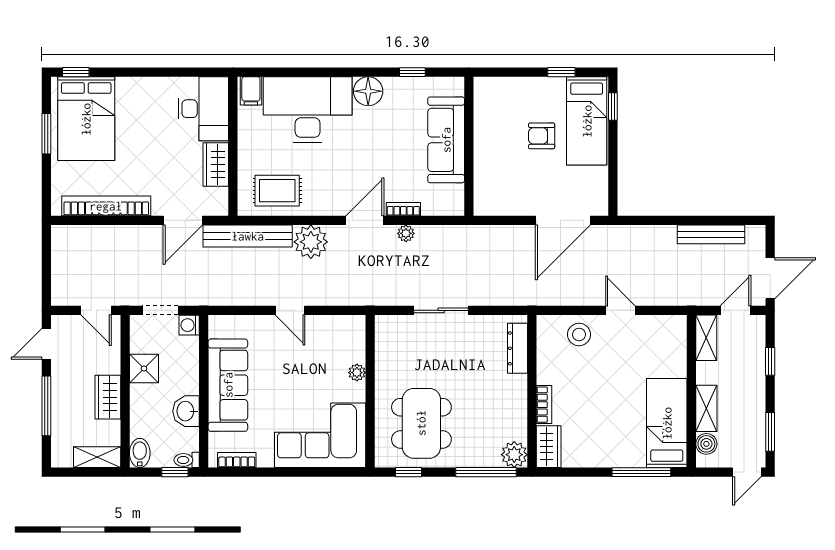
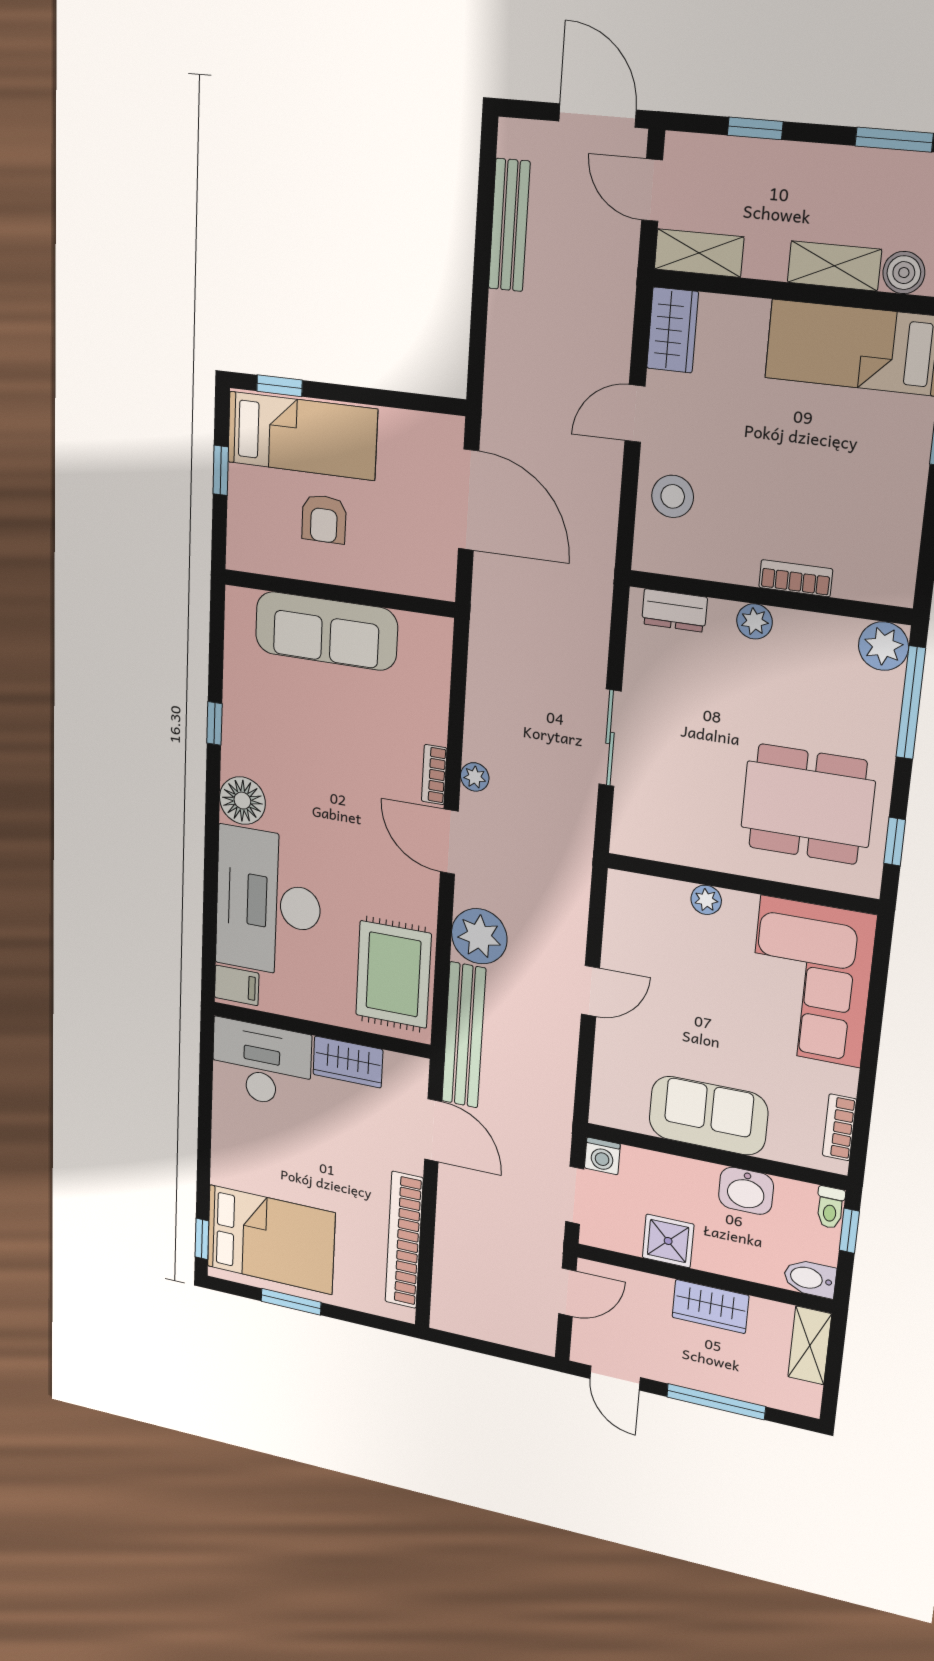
sofa: (446, 140) -> (326, 631), moved
wall: (469, 146) -> (338, 593), moved
rug: (277, 191) -> (393, 974), width x1.36, depth x1.43
dresser: (518, 348) -> (674, 611), width x0.70
sofa: (228, 385) -> (708, 1116), width x0.73
plant: (518, 385) -> (755, 621), added
wardrobe: (549, 447) -> (673, 330), moved, turned 90

